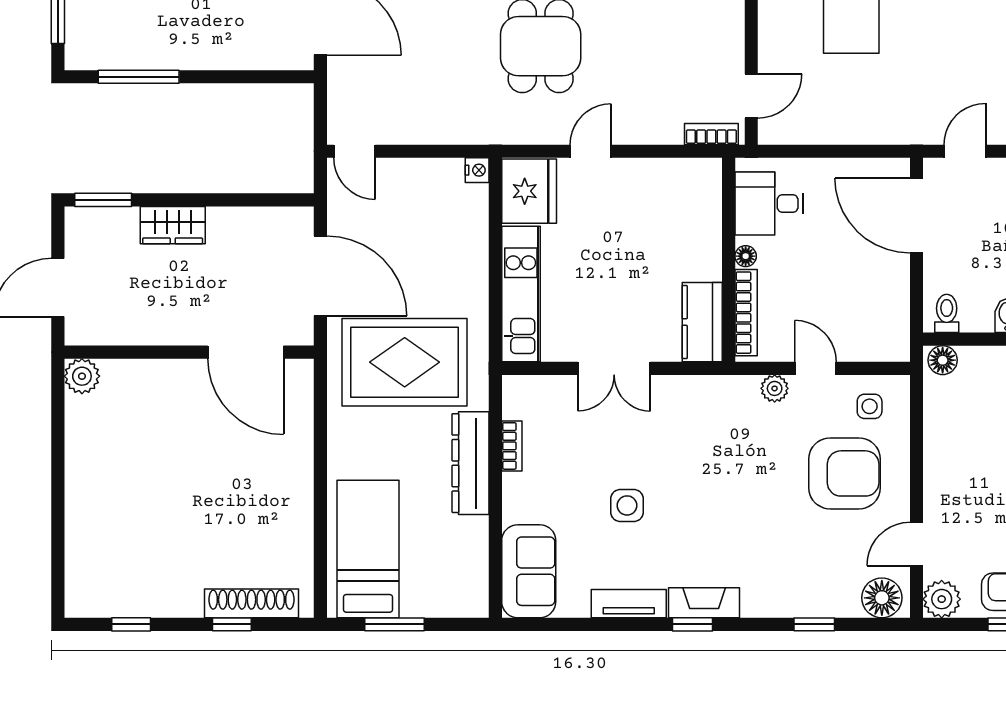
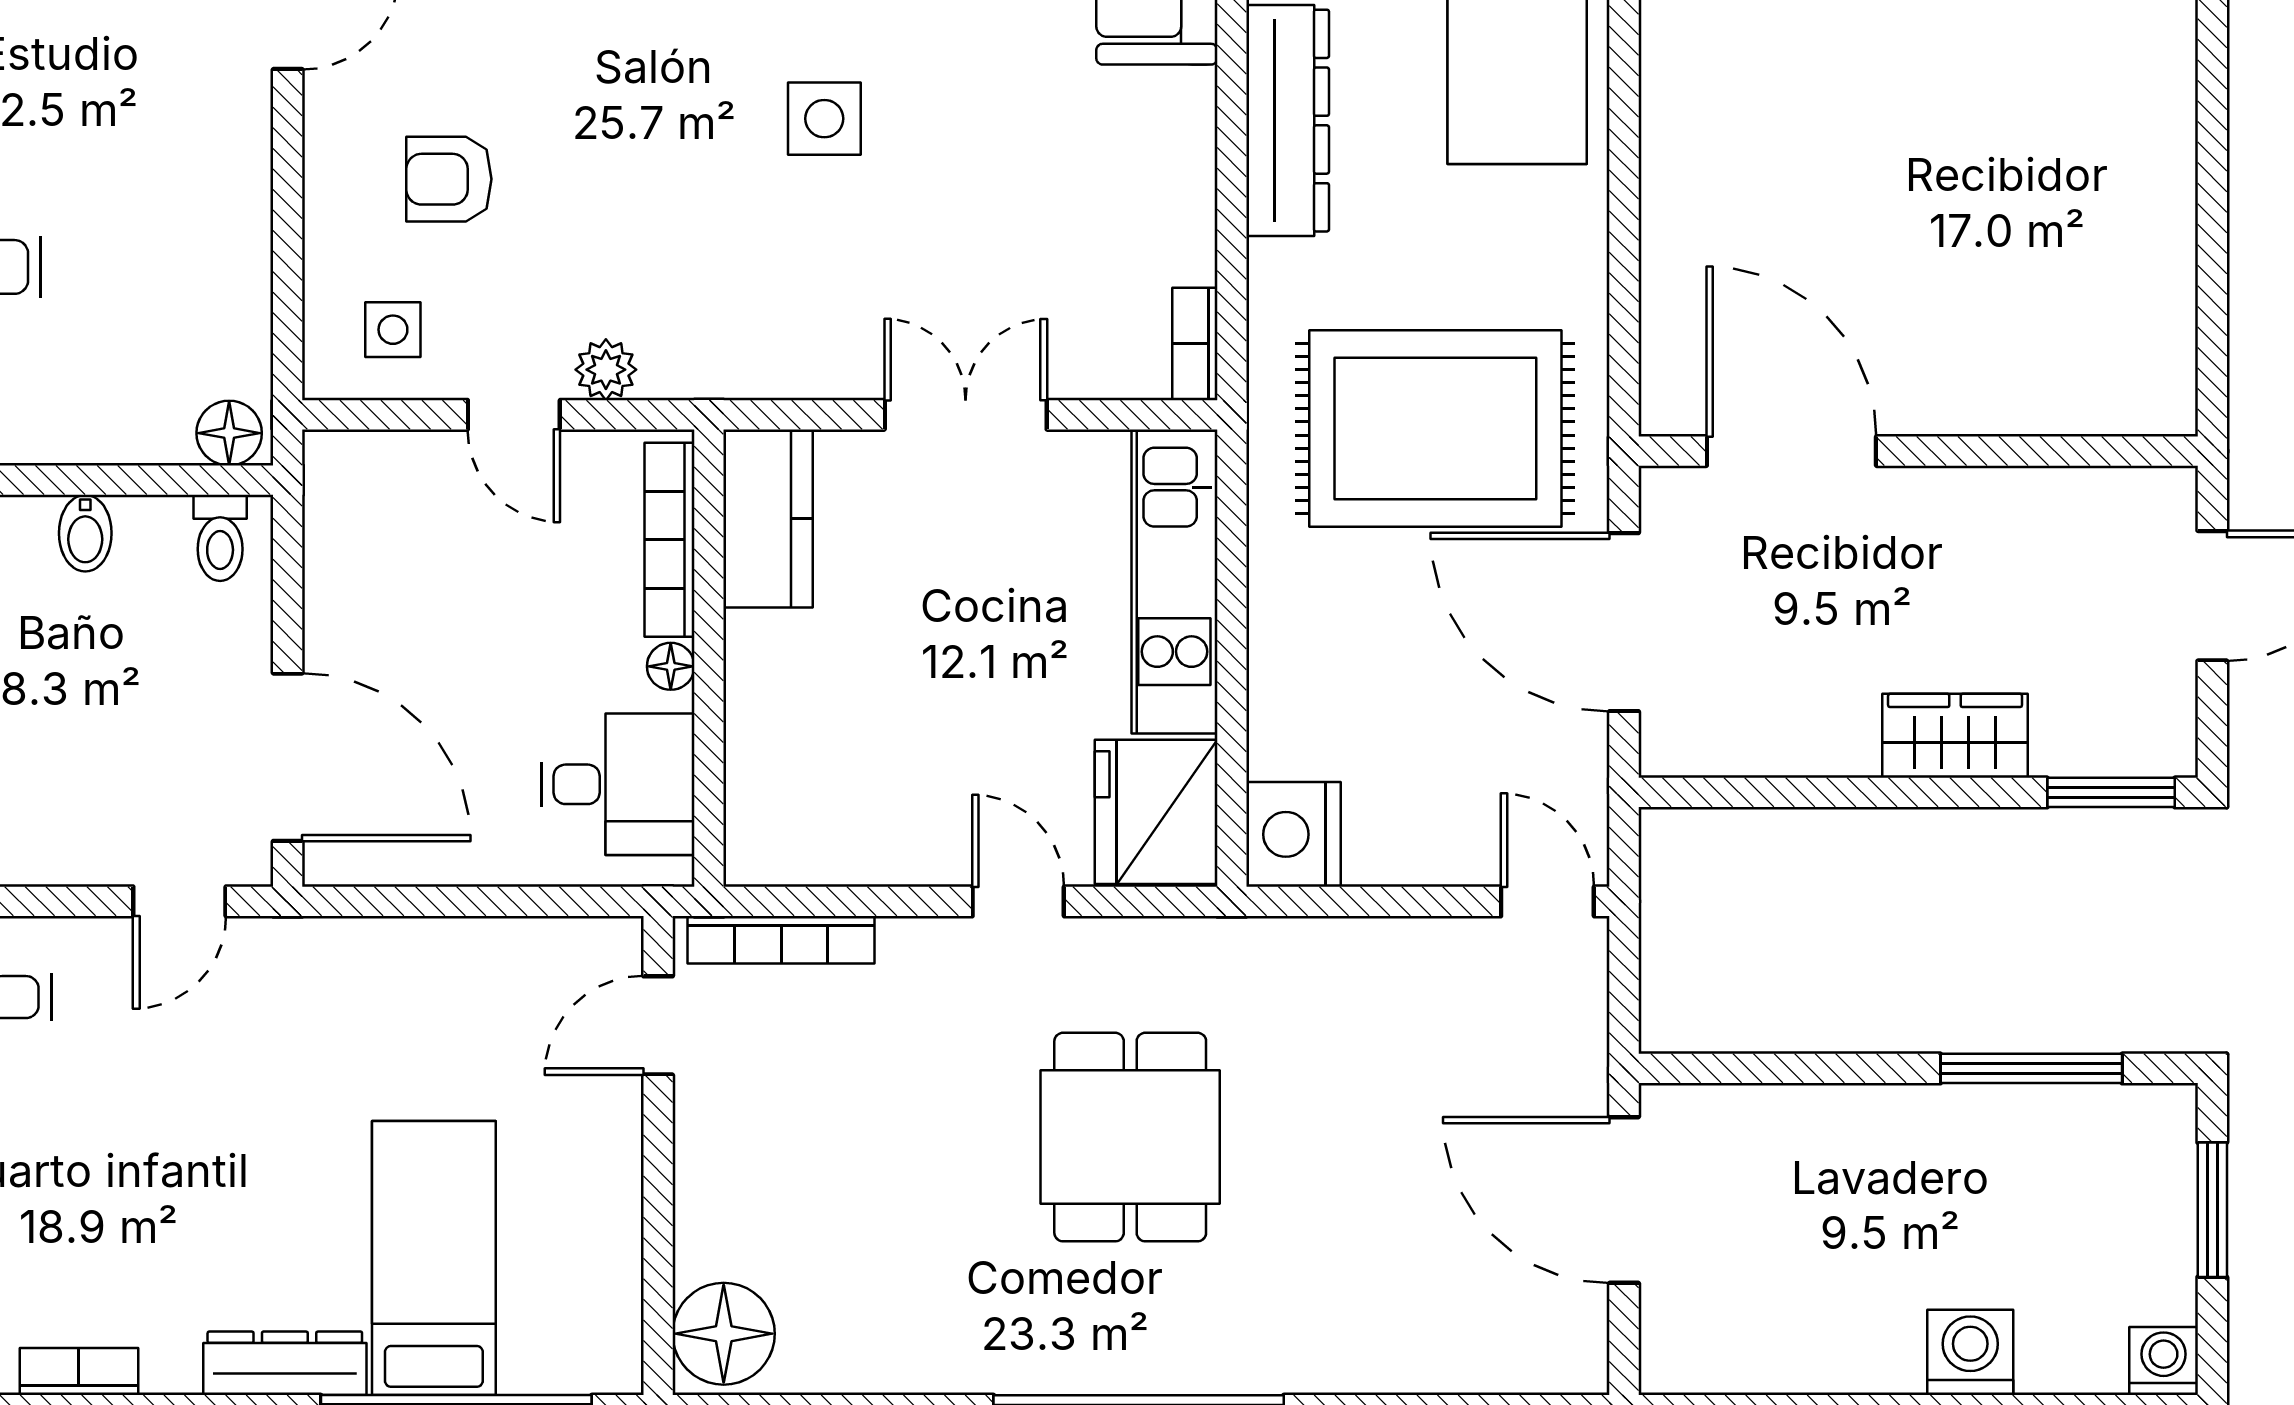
bookcase: (711, 134) -> (781, 940), width x1.56
door: (591, 151) -> (1018, 901), swing flipped
nightstand: (477, 170) -> (1293, 834), width x1.89, depth x1.79
plant: (82, 376) -> (2158, 397), removed
bookcase: (512, 446) -> (1195, 344), moved
dresser: (470, 463) -> (1288, 121), moved
armchair: (845, 473) -> (449, 179), width x0.53, depth x0.53
side table: (627, 505) -> (824, 119), moved

